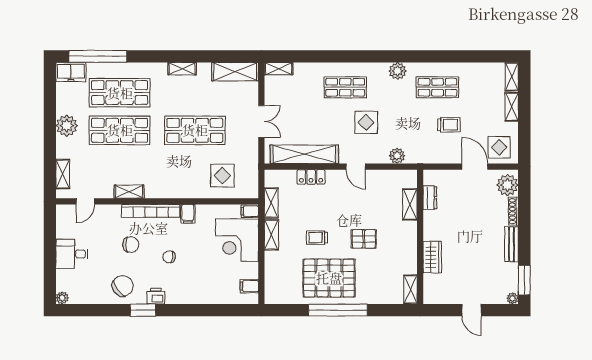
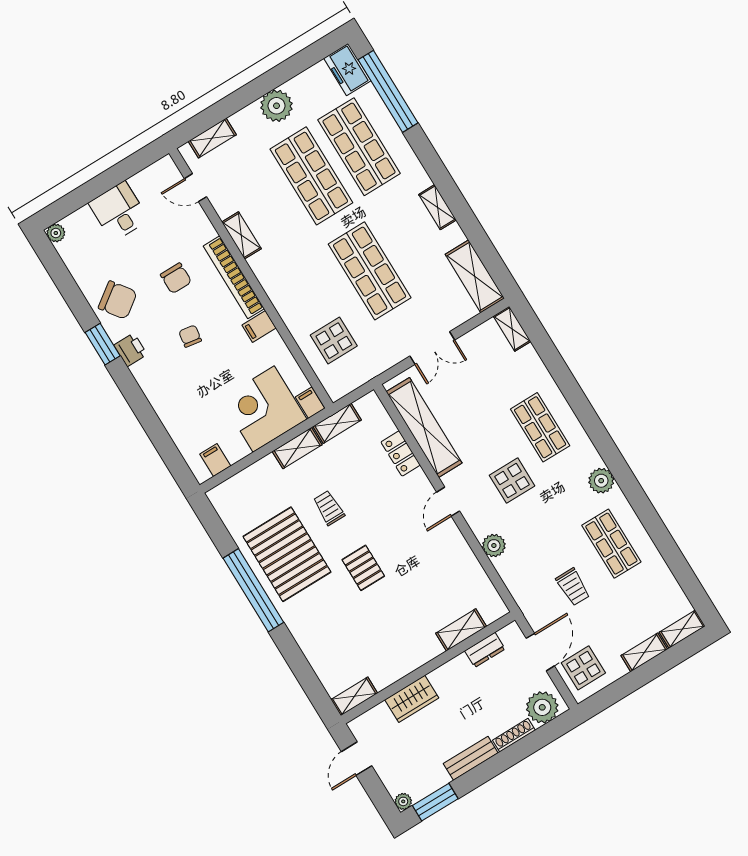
dresser: (430, 198) -> (485, 650), moved
shelving: (410, 204) -> (461, 630), moved
wall: (420, 237) -> (428, 668), moved
wardrobe: (432, 257) -> (412, 699), moved
shelving: (410, 289) -> (354, 696), moved

